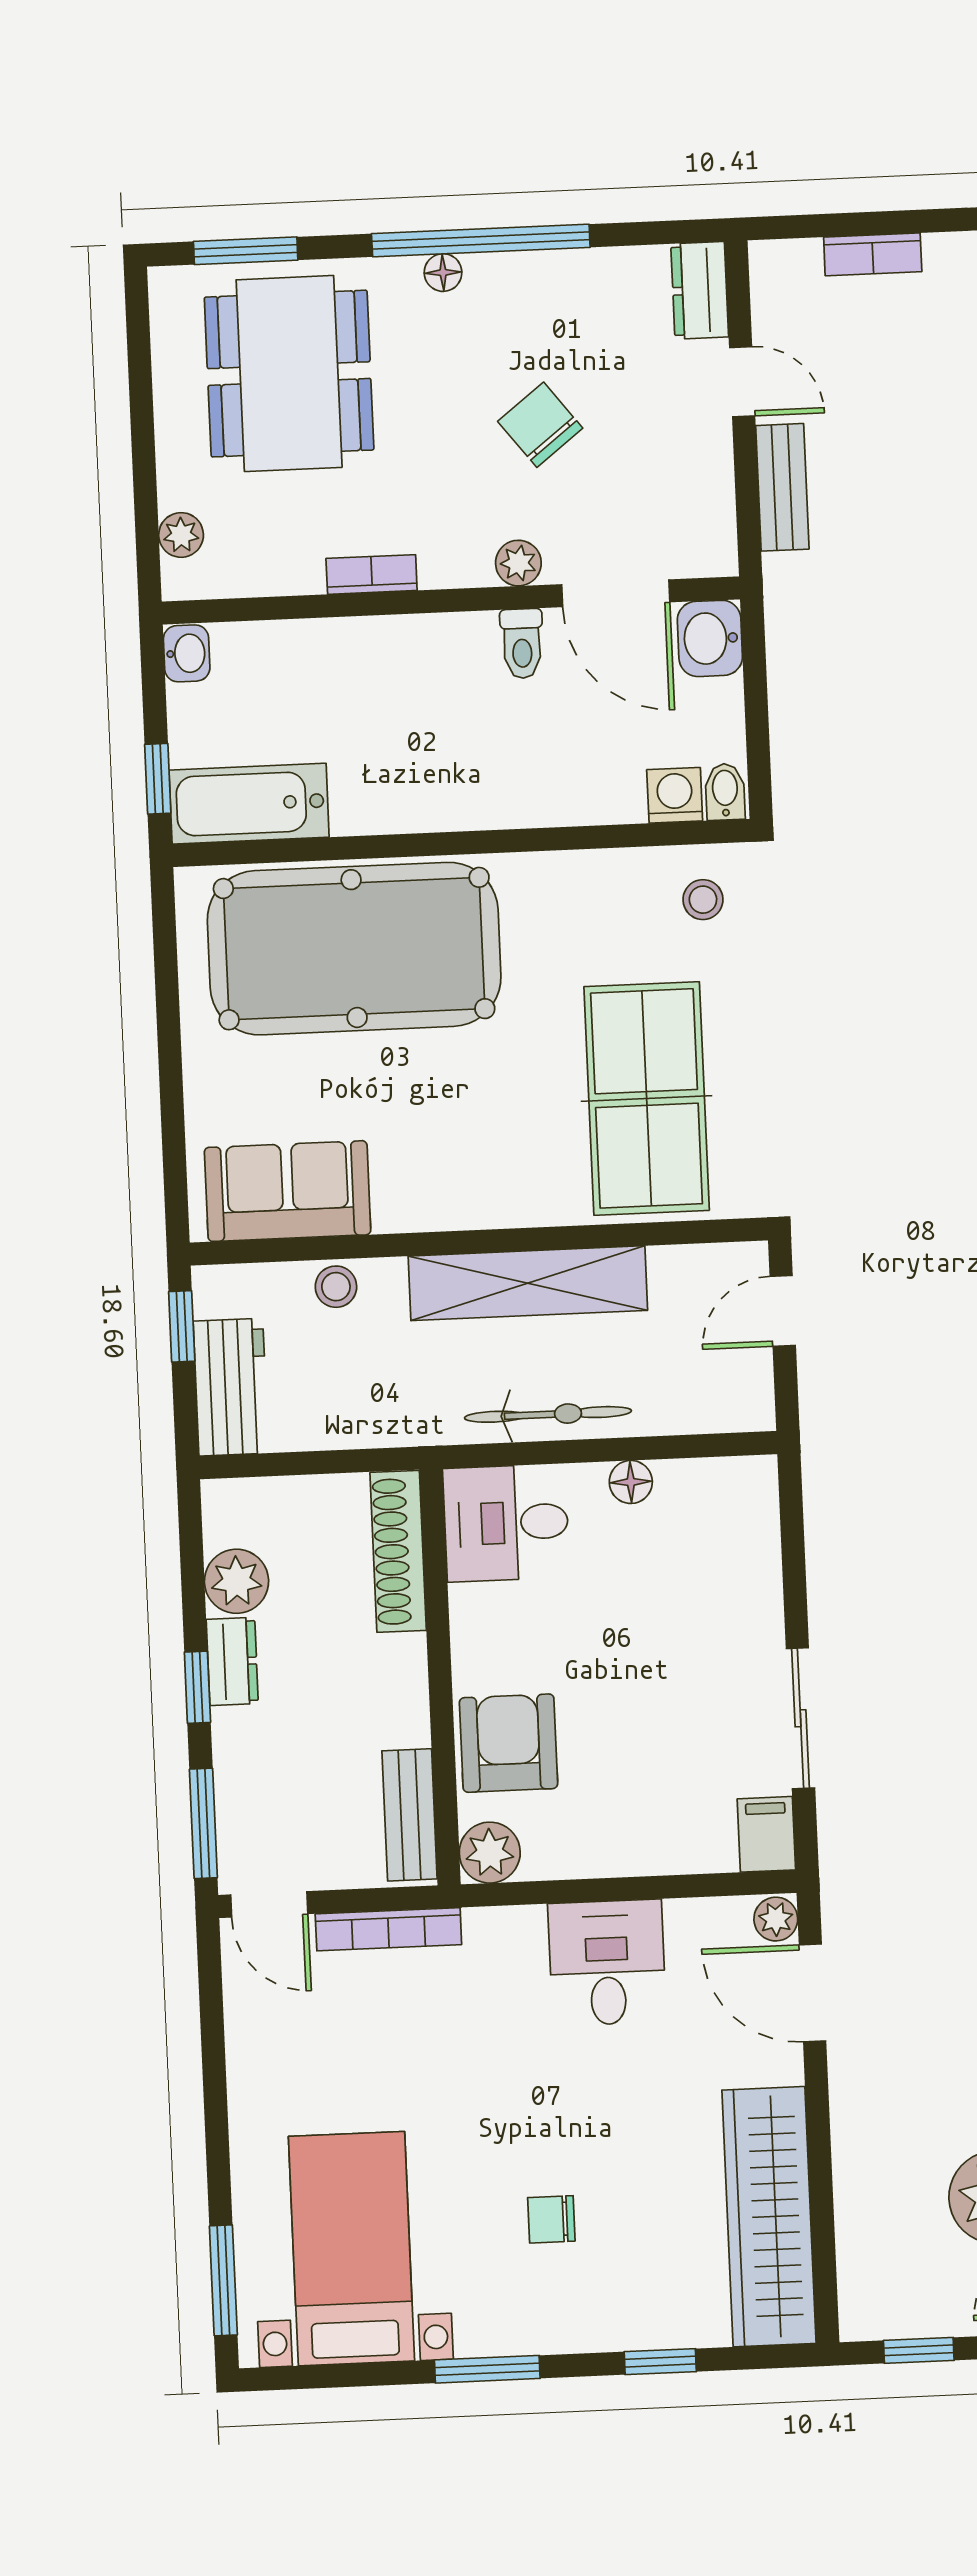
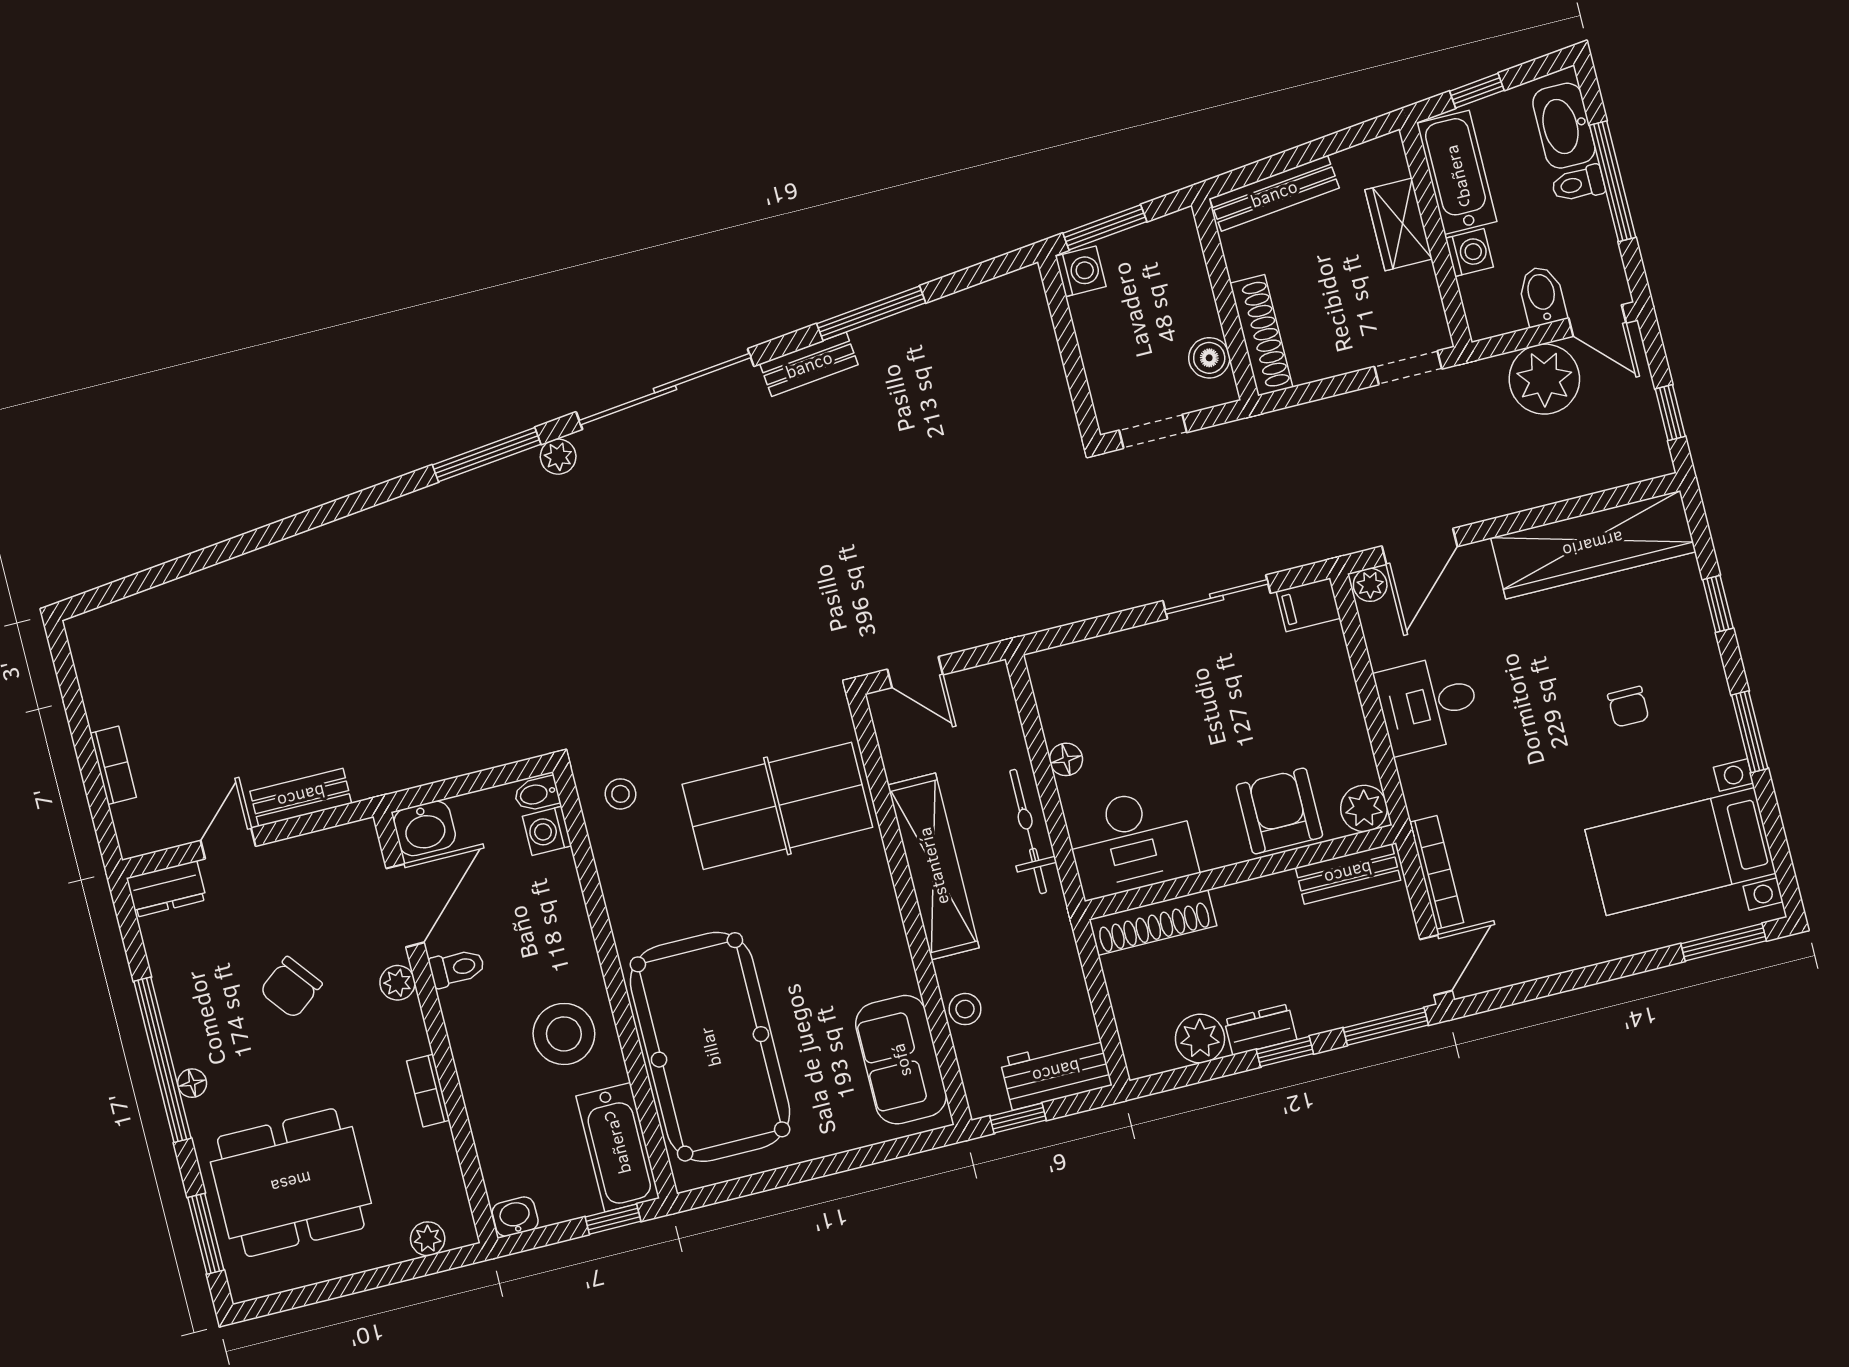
stool: (409, 764) -> (564, 1034), added
desk: (506, 1523) -> (1131, 842), width x1.37
armchair: (509, 1743) -> (1279, 811), turned 90

